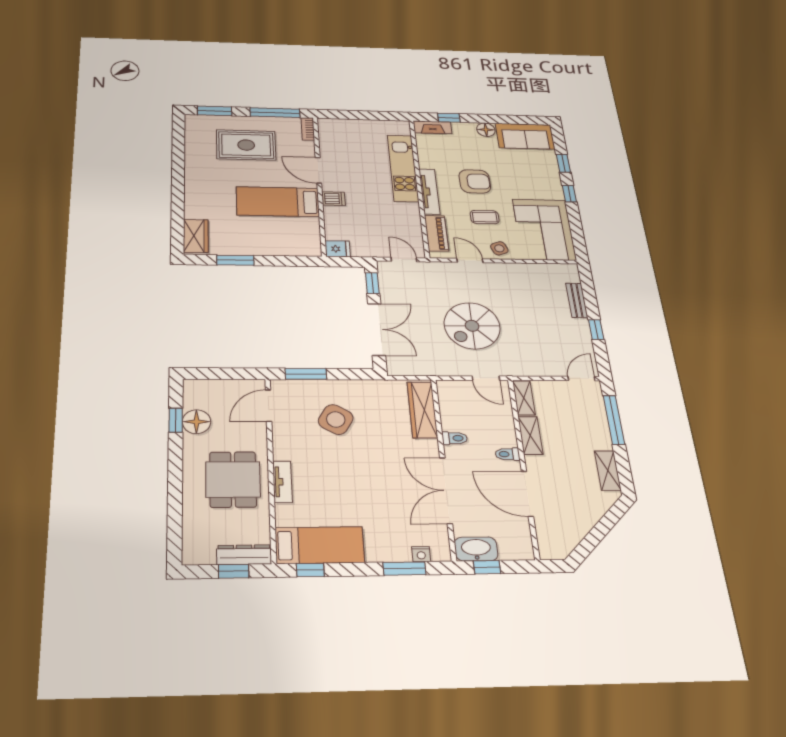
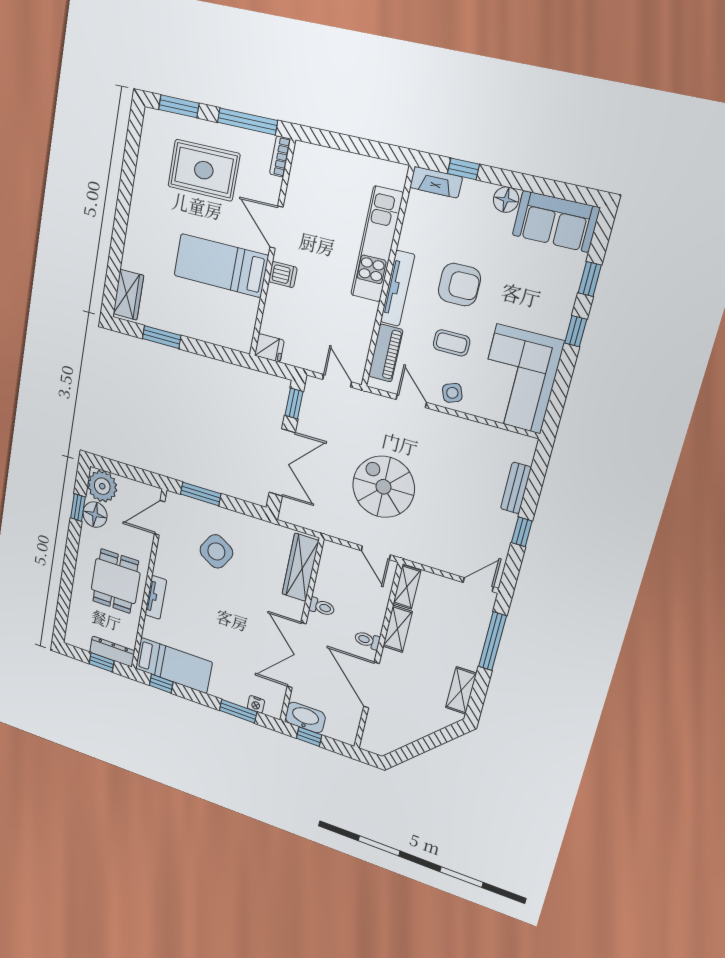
spiral stairs: (472, 326) -> (383, 487), turned 90
plant: (200, 394) -> (102, 486), added

